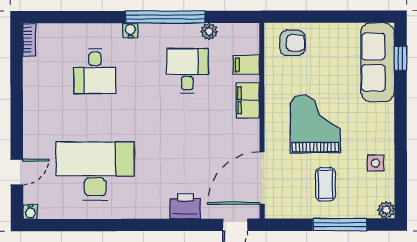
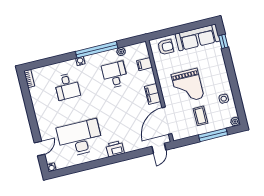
sofa: (378, 62) -> (197, 37), moved, turned -90
filing cabinet: (248, 100) -> (153, 94), moved
grand piano: (315, 124) -> (188, 86), turned 180
printer: (185, 206) -> (115, 149), moved

